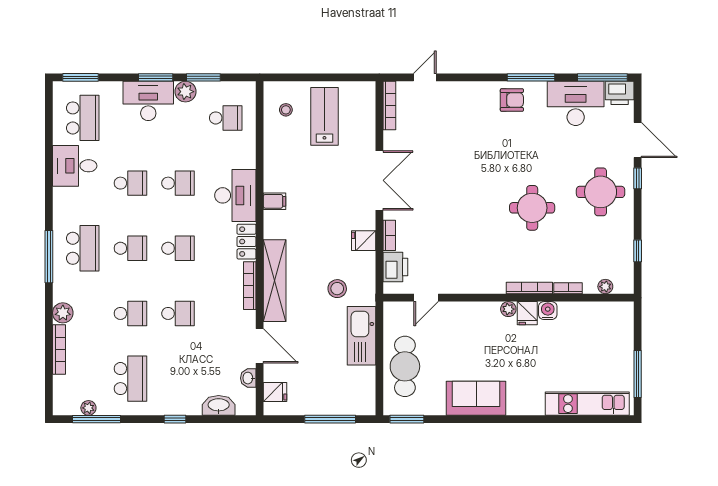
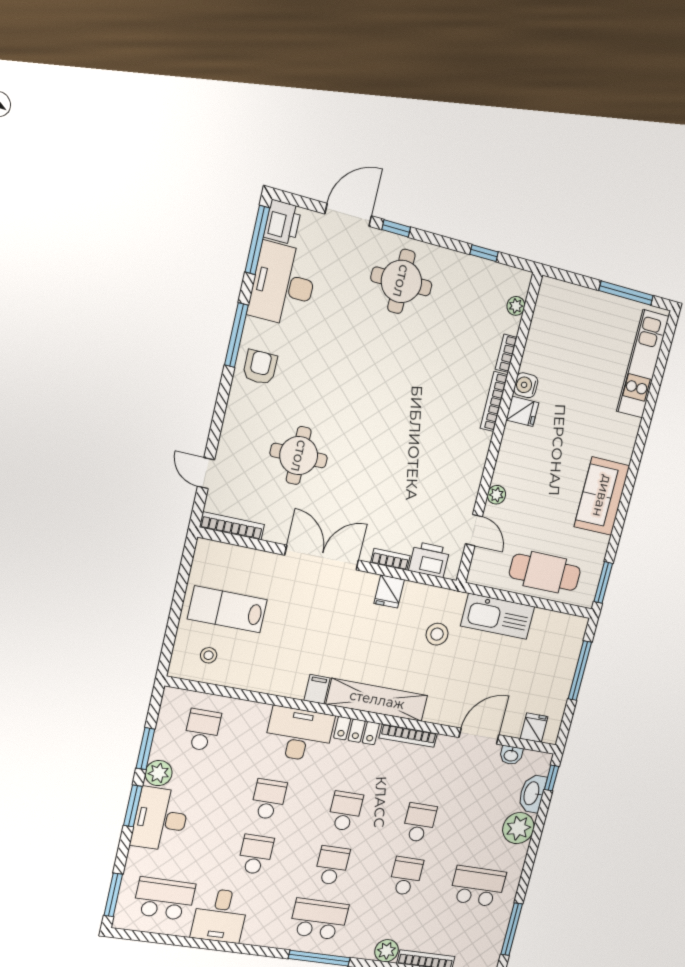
round table: (532, 208) -> (299, 456), moved
shelving: (275, 281) -> (377, 700), moved
plant: (508, 309) -> (496, 495), moved
plant: (88, 408) -> (518, 828), moved, width x1.87, depth x1.87
window: (175, 419) -> (552, 778), moved

